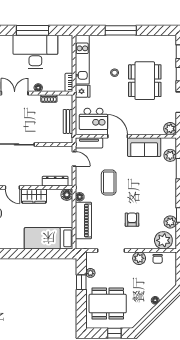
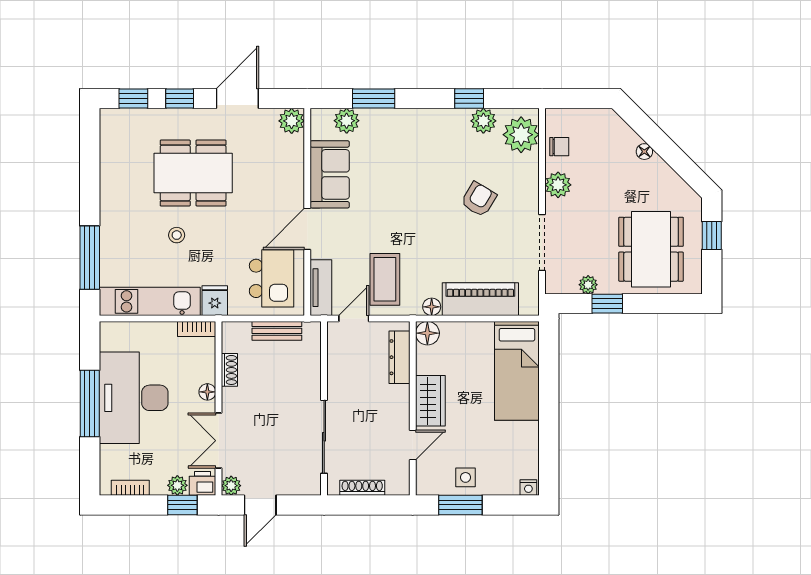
window: (121, 30) -> (90, 258), moved
coffee table: (109, 182) -> (385, 279), moved, turned 90
armchair: (132, 220) -> (479, 199), turned 121

